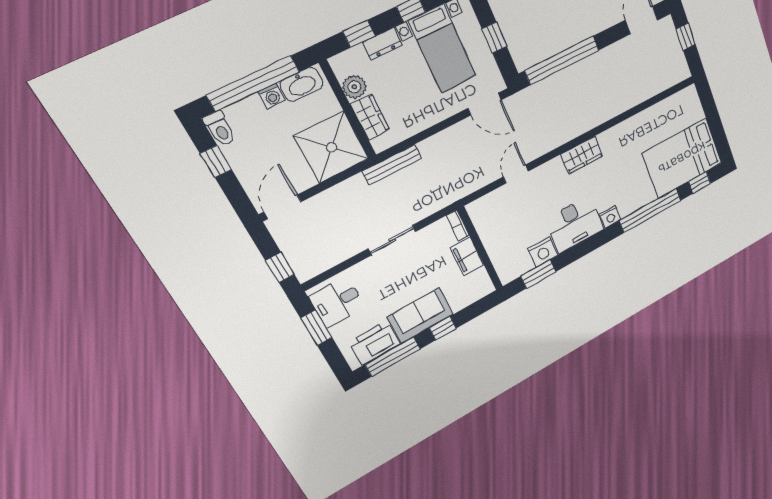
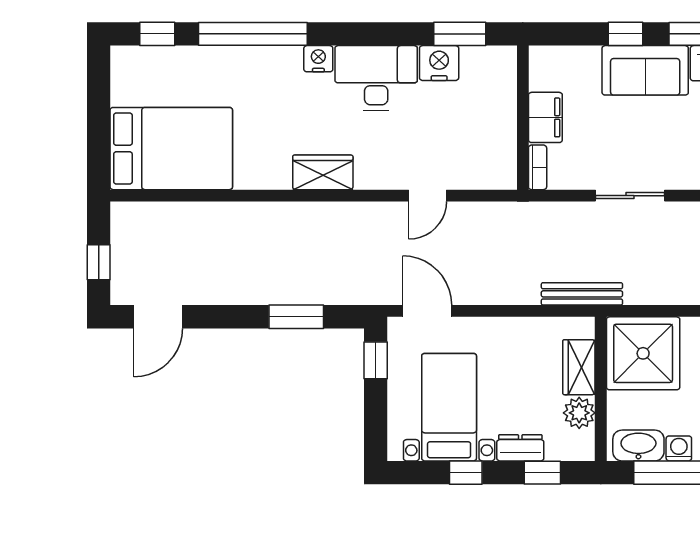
window: (494, 38) -> (376, 360), moved
window: (562, 60) -> (296, 317), width x0.47
bed: (682, 158) -> (171, 149), moved

